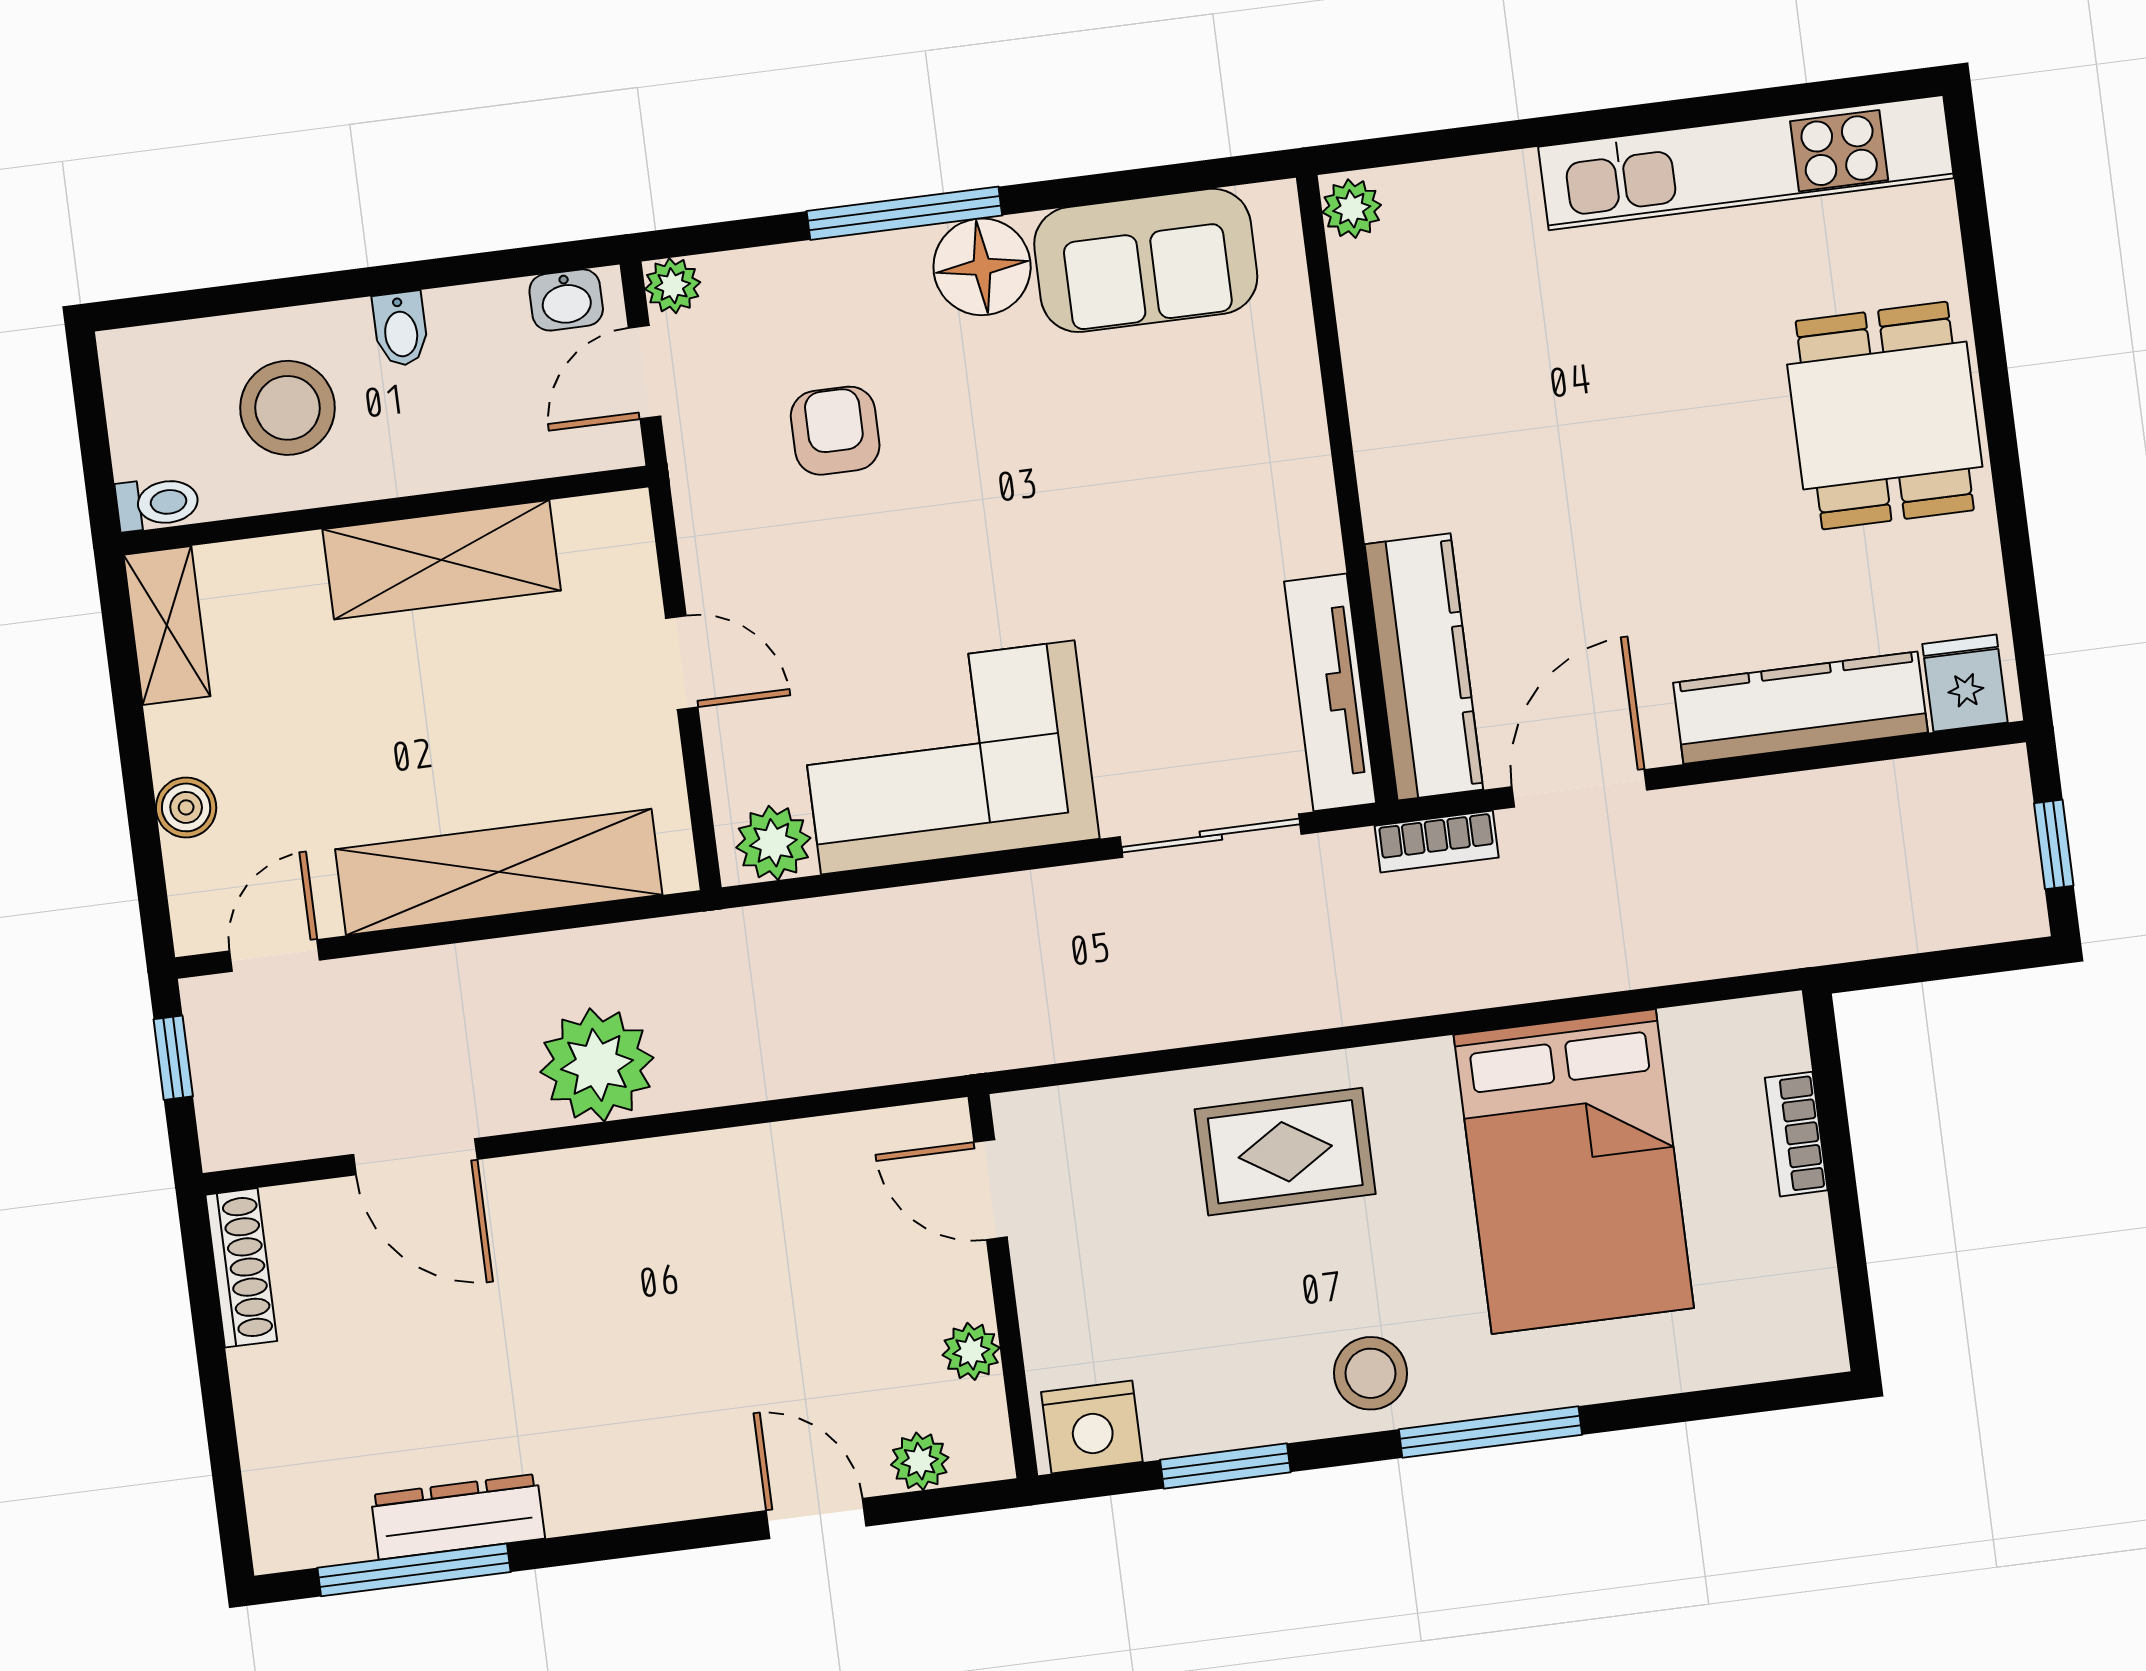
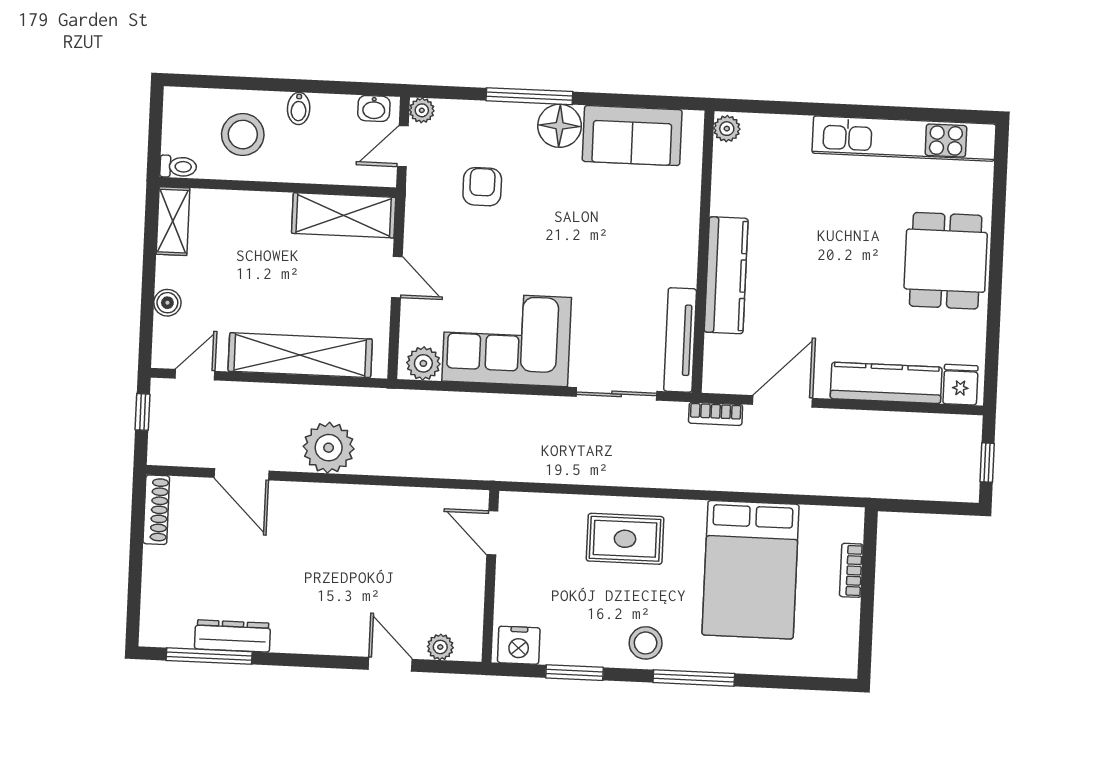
shelving: (442, 560) -> (344, 215), moved
kitchen counter: (1424, 667) -> (726, 275), moved
plant: (971, 1351) -> (471, 603), removed

